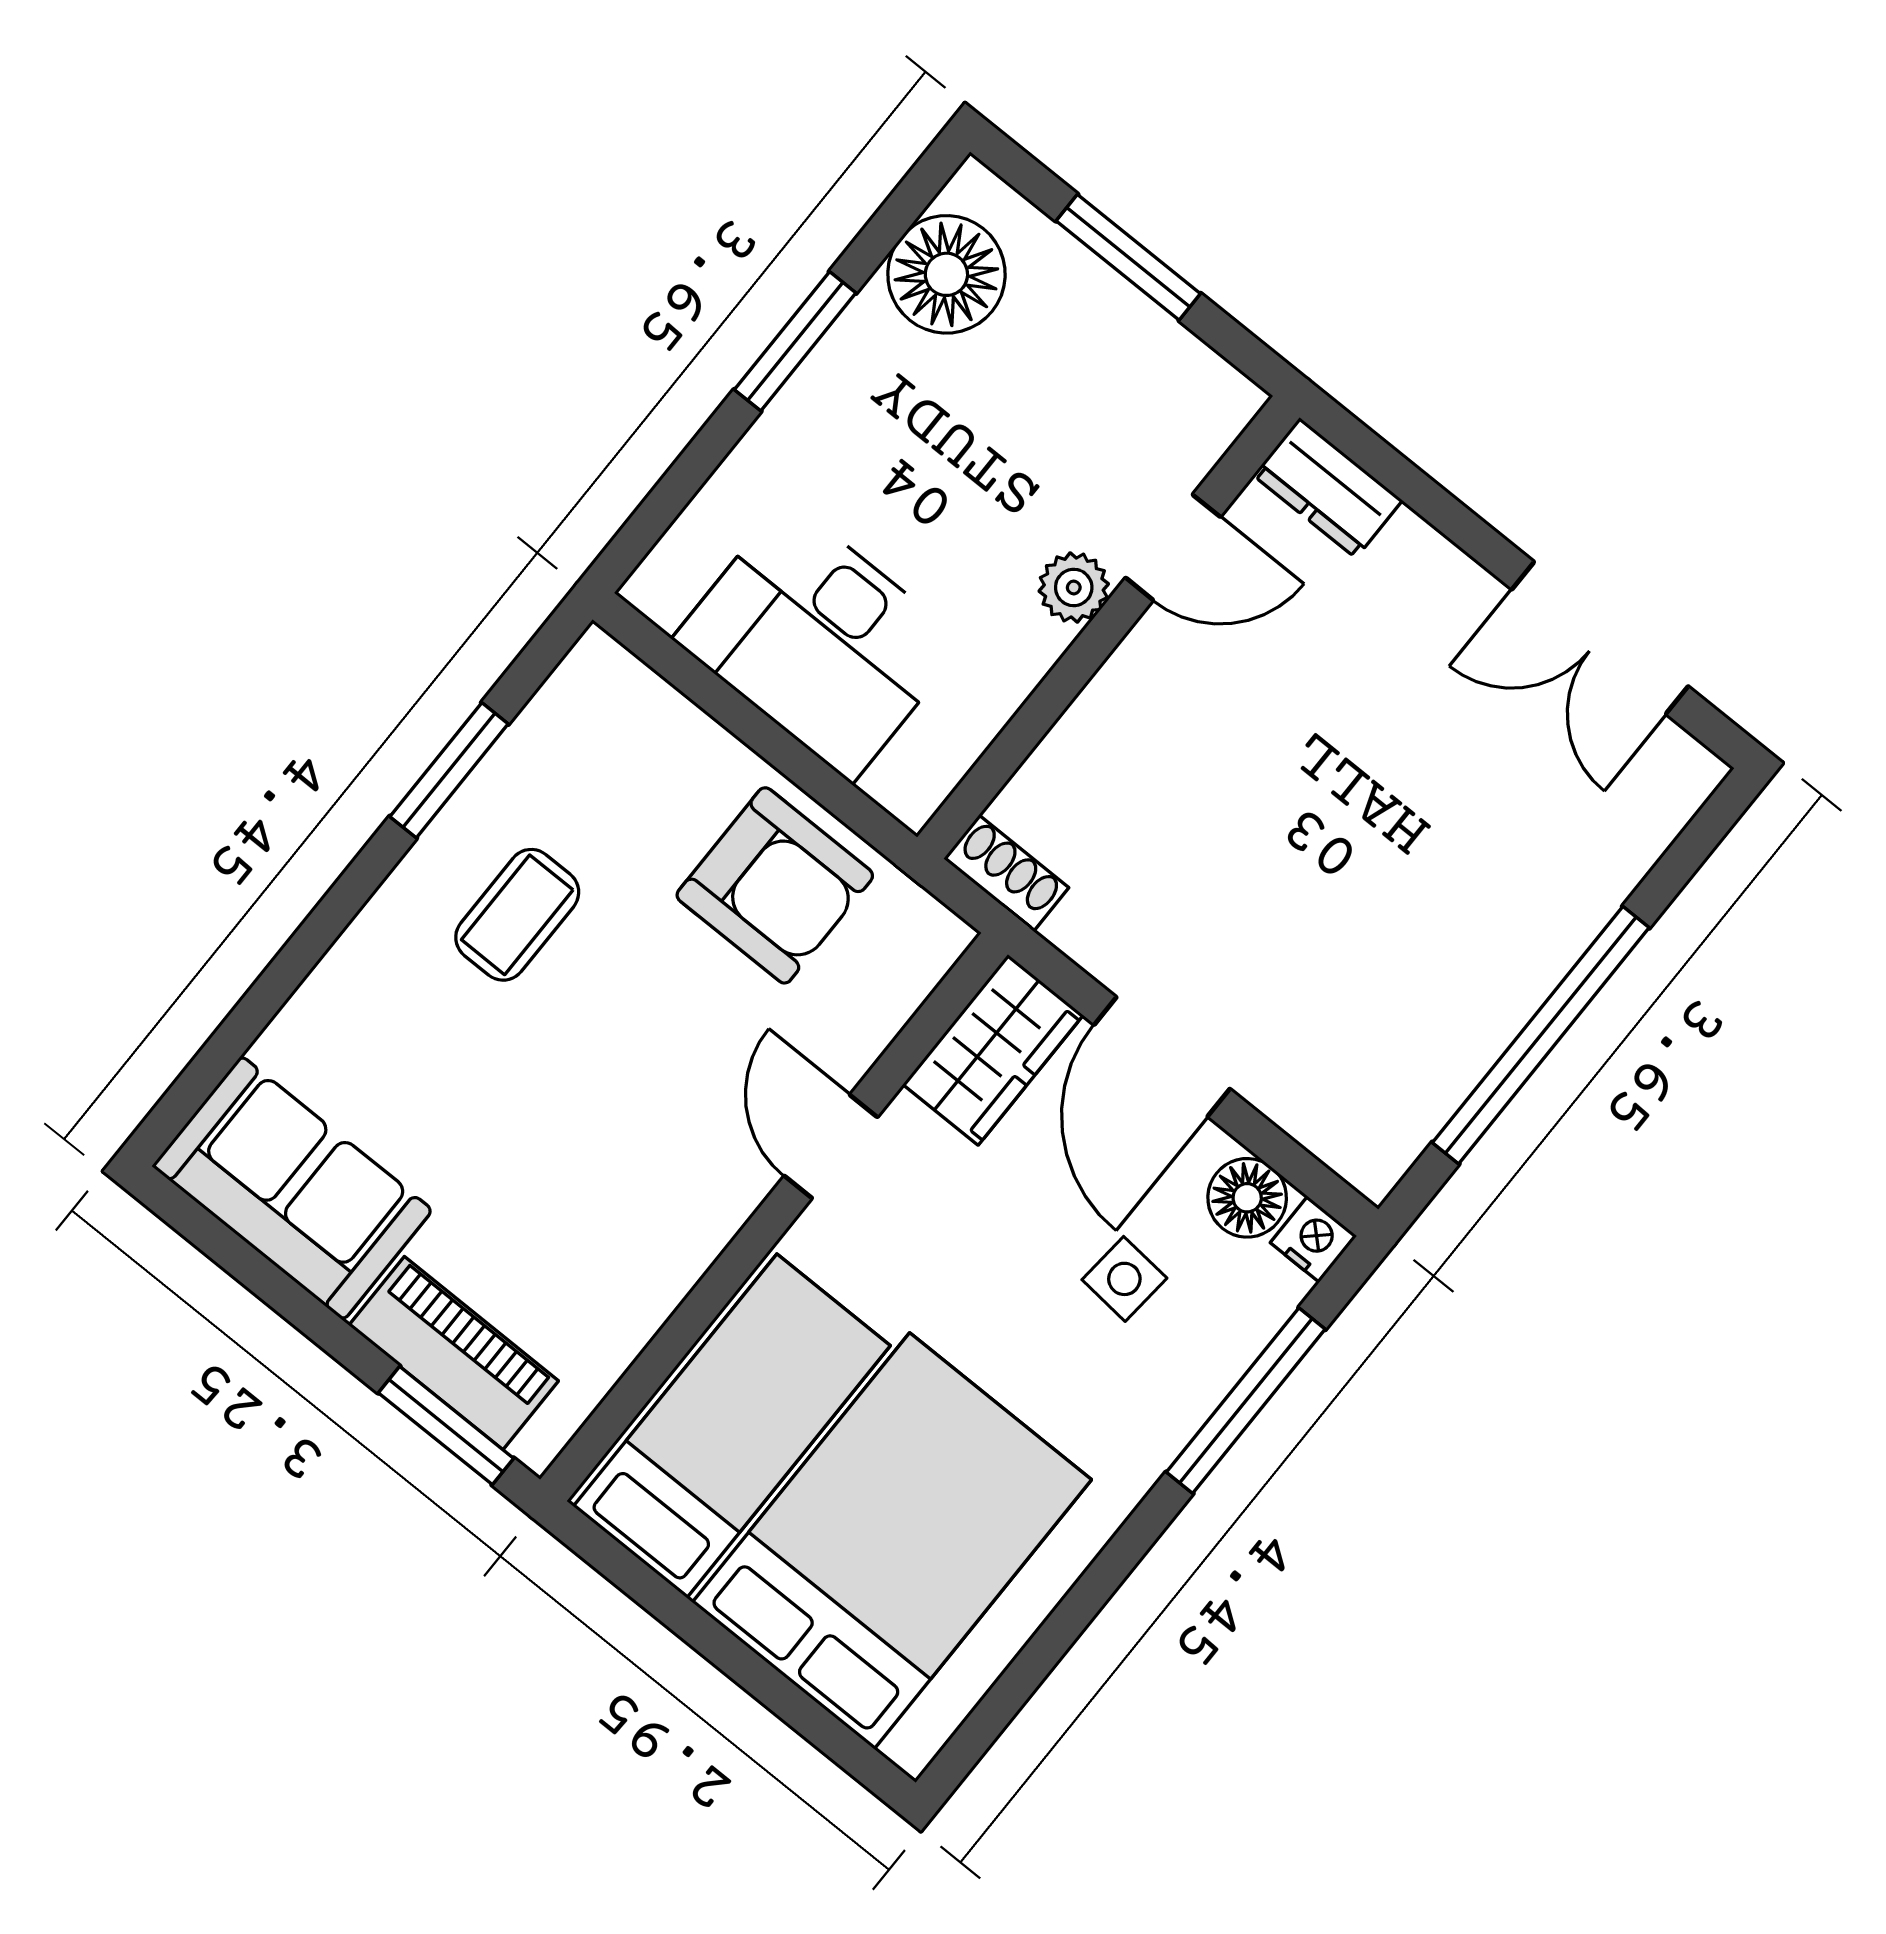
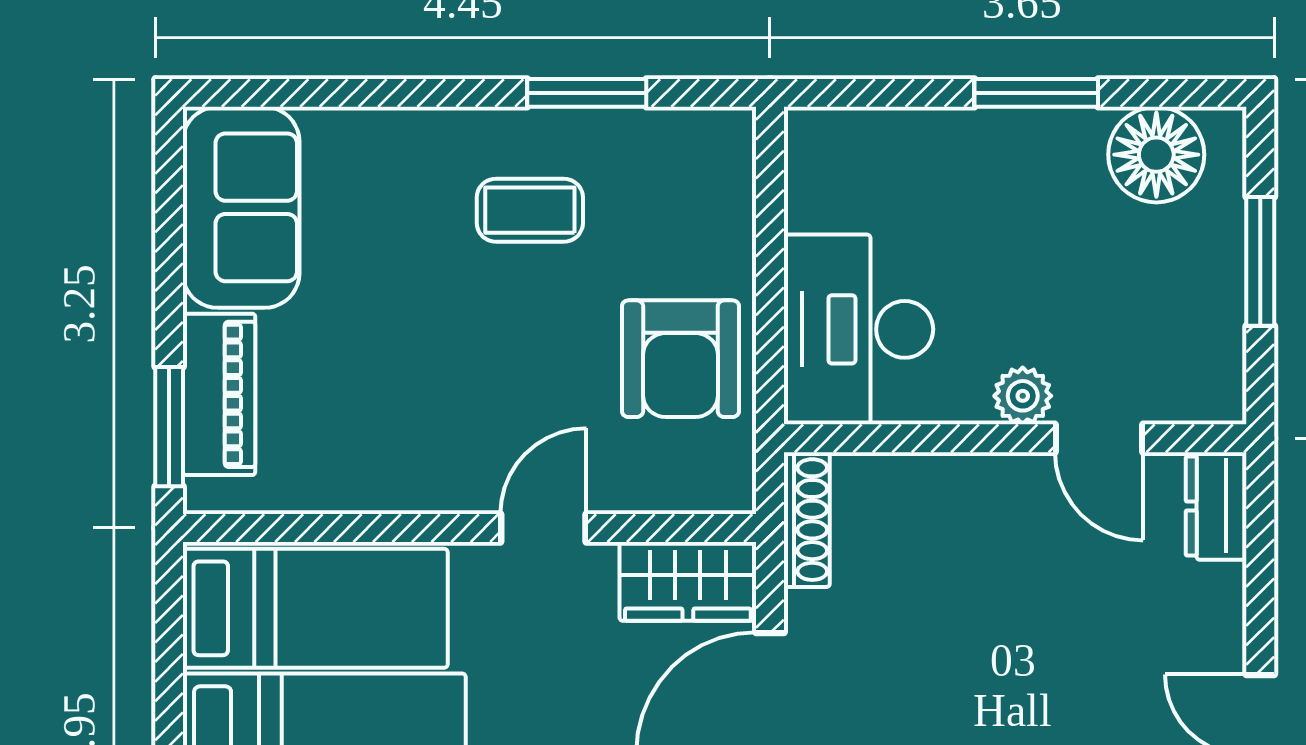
desk: (819, 641) -> (858, 329), moved
shoe rack: (1006, 873) -> (807, 520), width x1.43

